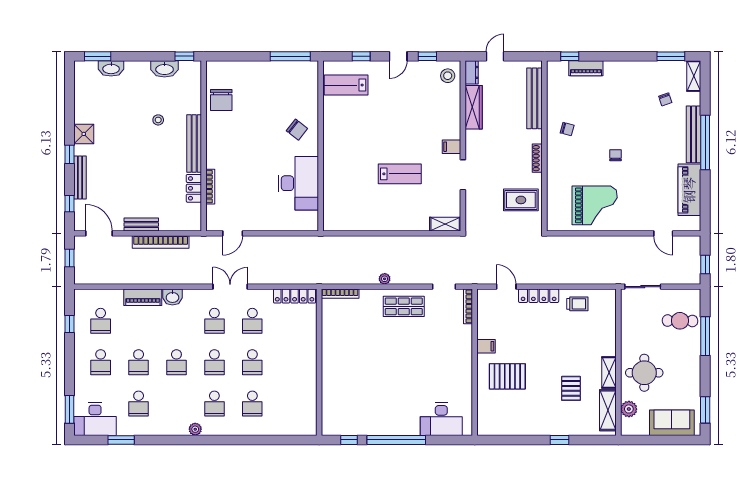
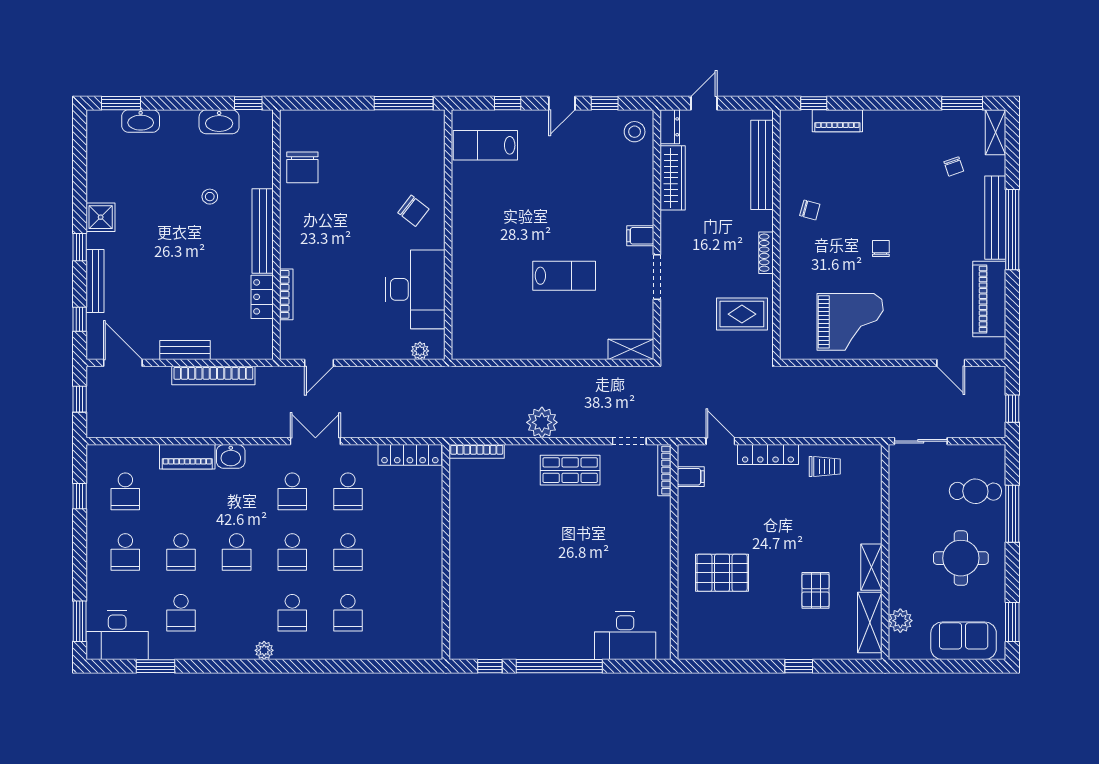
plant: (301, 225) -> (420, 351), added
plant: (385, 279) -> (542, 422), width x1.88, depth x1.88
filing cabinet: (486, 346) -> (691, 477), moved
round table: (644, 373) -> (961, 558), moved

